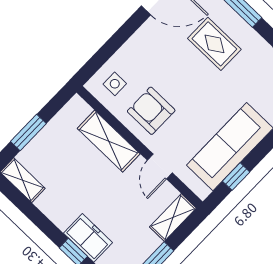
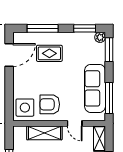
side table: (115, 84) -> (25, 108), width x1.87, depth x1.87
window: (236, 177) -> (109, 98), width x2.17

